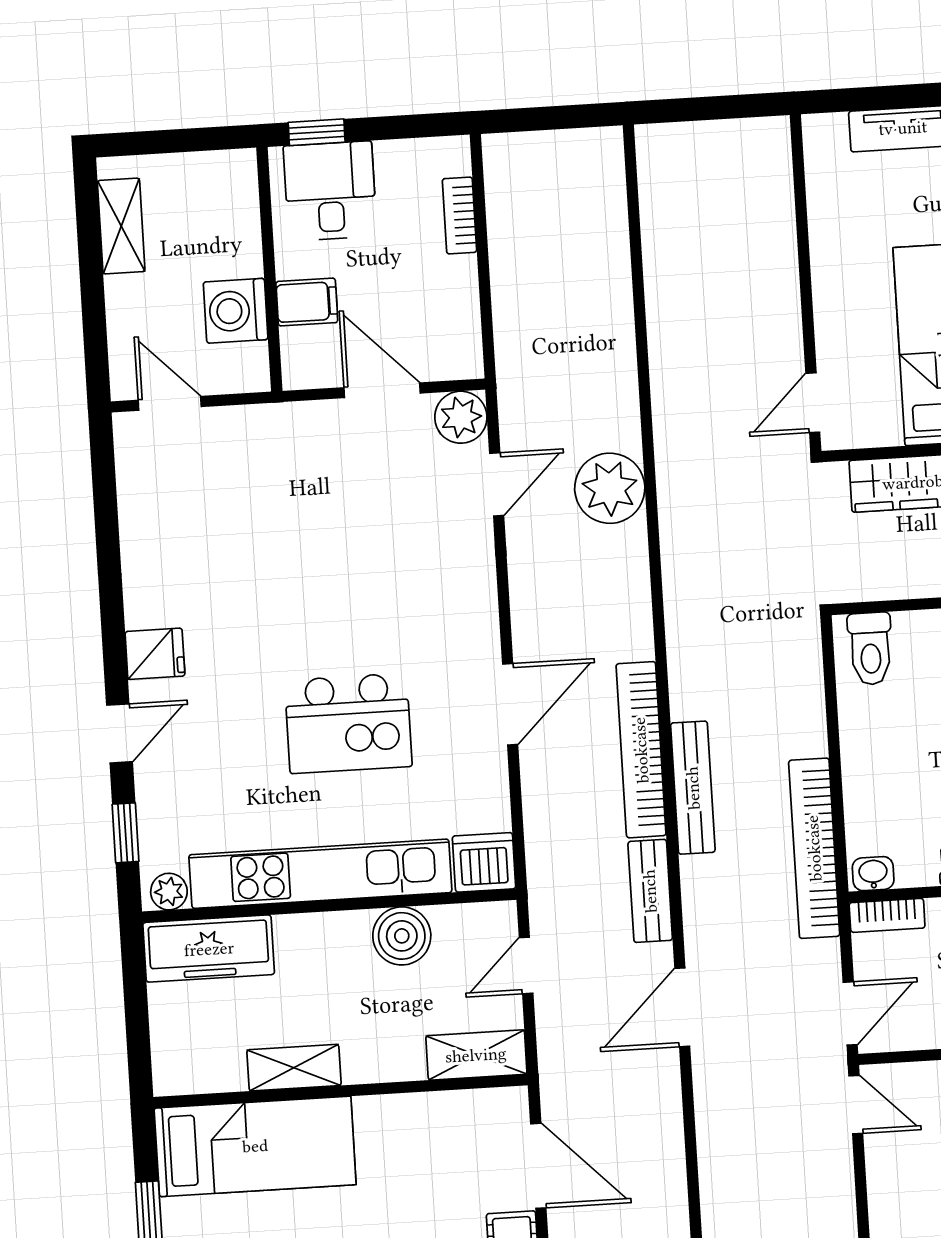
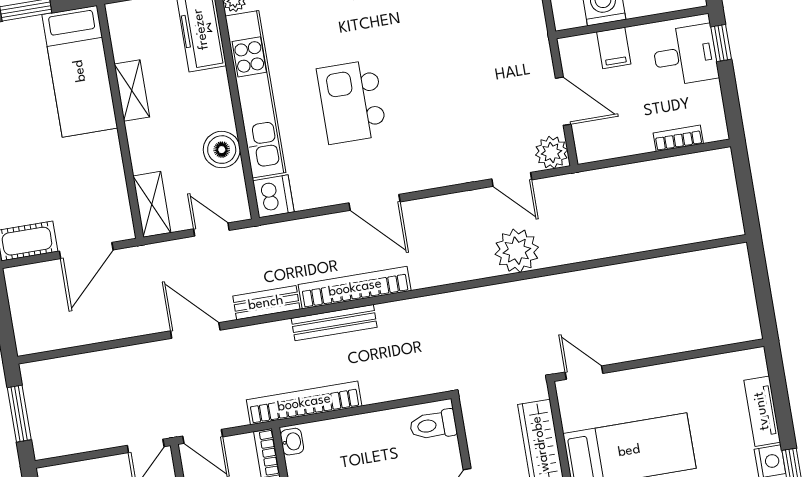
door: (382, 390) -> (563, 101), hinge flipped

